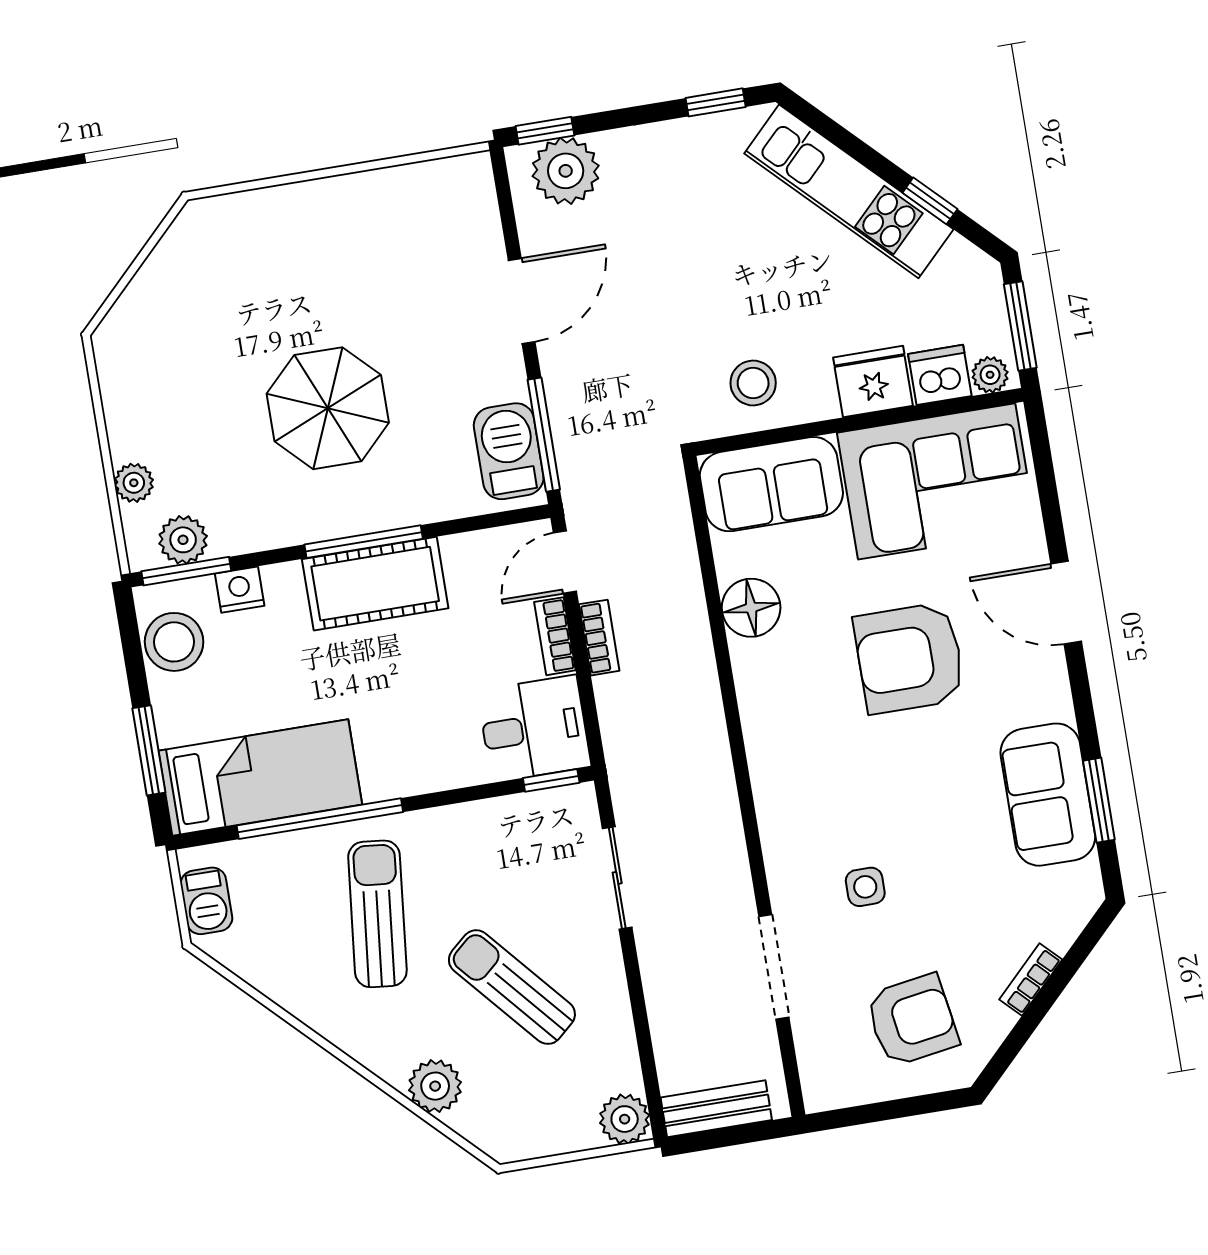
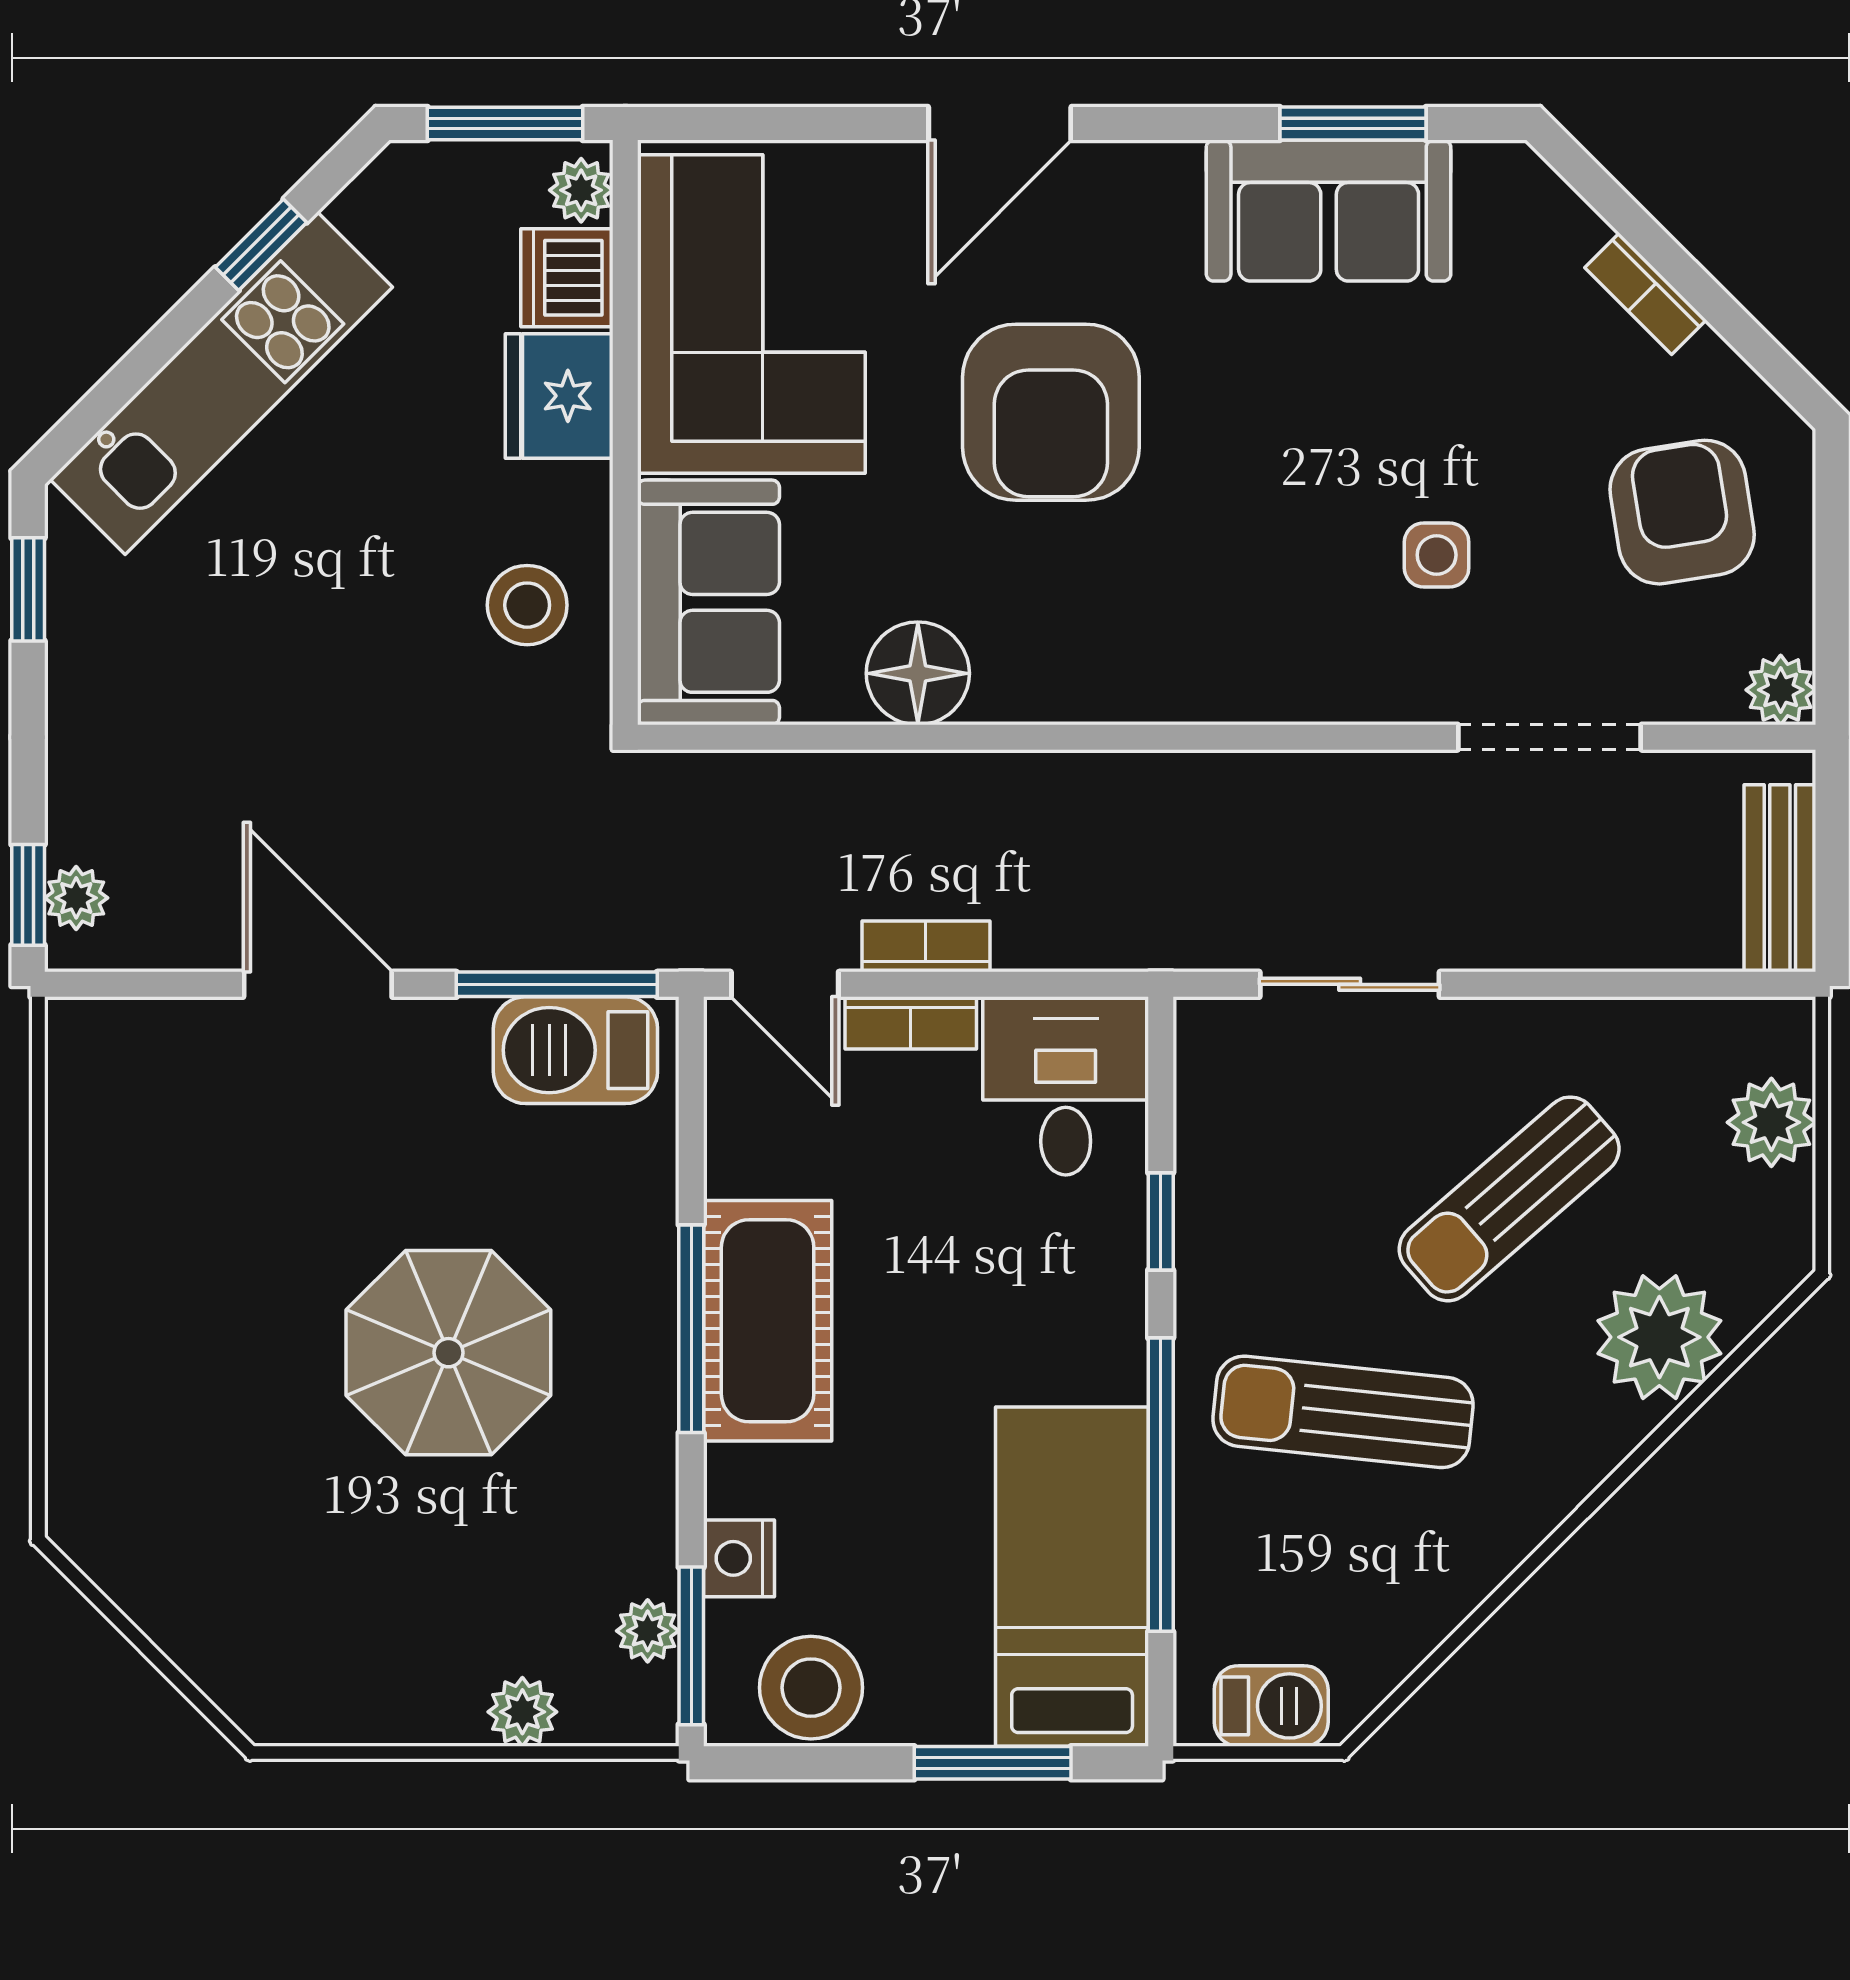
plant: (566, 171) -> (76, 898), width x0.53, depth x0.53
plant: (183, 540) -> (648, 1631), width x0.73, depth x0.73
window: (551, 780) -> (1161, 1221), moved
plant: (435, 1086) -> (1659, 1337), width x1.36, depth x1.36
plant: (822, 1092) -> (1781, 690), added
plant: (625, 1119) -> (1771, 1122), moved

